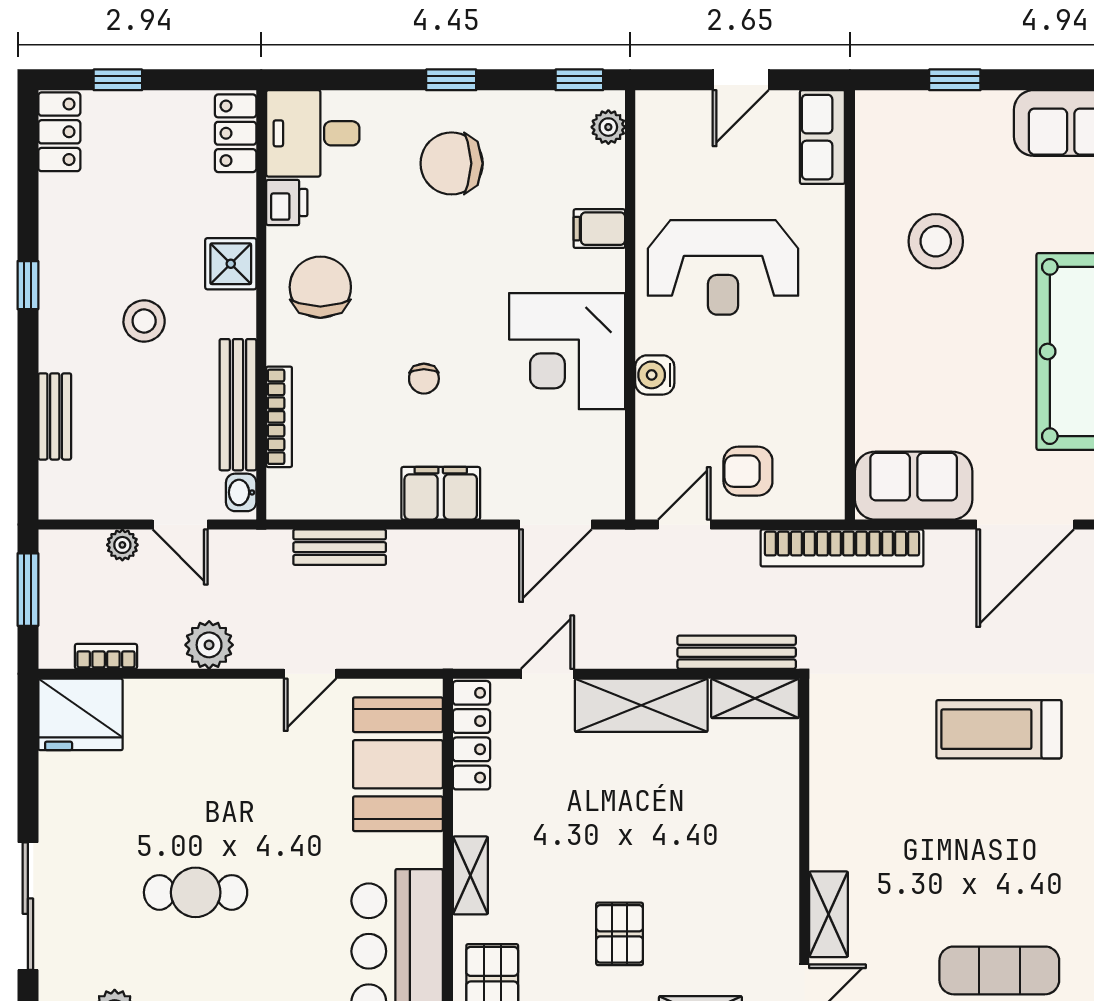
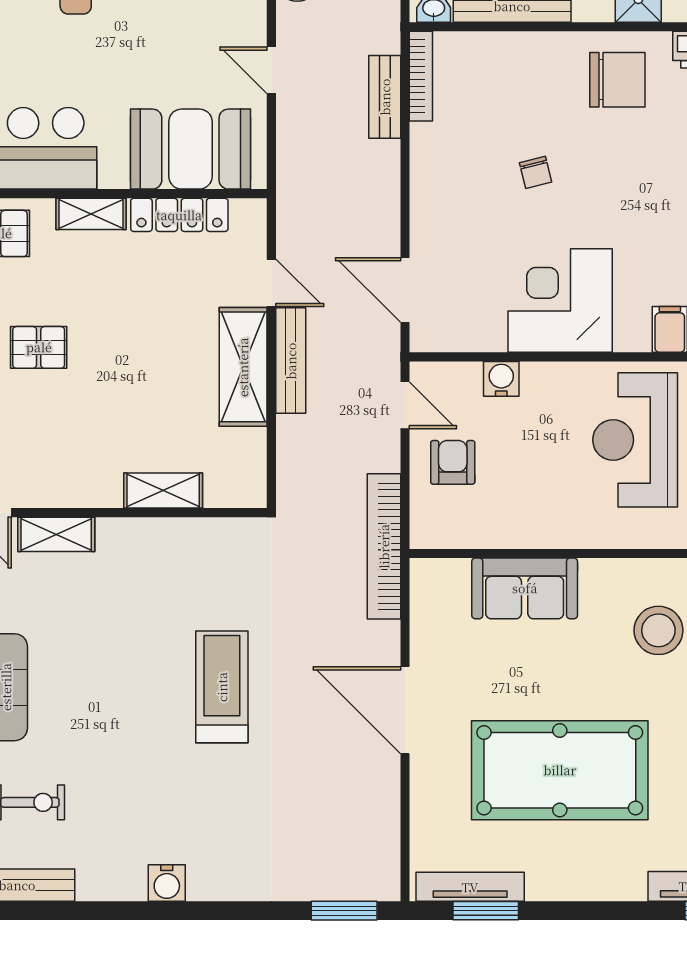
water cooler: (655, 375) -> (501, 379), moved
chair: (424, 379) -> (535, 172), turned -104
bookcase: (279, 417) -> (421, 76), moved, turned -90
sofa: (914, 486) -> (525, 588), moved, turned 90
filing cabinet: (441, 493) -> (433, 187), removed
bench: (737, 652) -> (291, 361), moved
shelving: (755, 698) -> (163, 491), moved, turned 90
locker: (471, 735) -> (179, 215), moved

